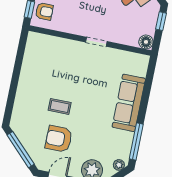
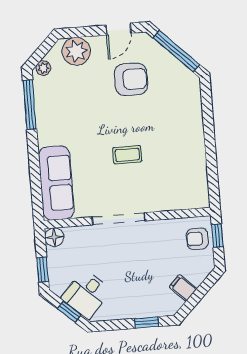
doorway: (96, 42) -> (119, 219), width x1.88
sofa: (129, 103) -> (56, 183), moved
coffee table: (60, 106) -> (127, 155), moved

